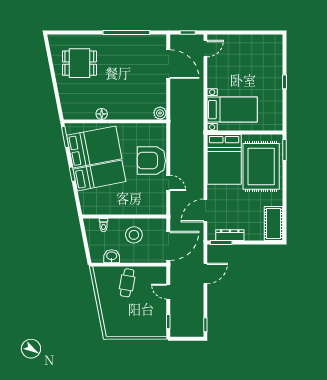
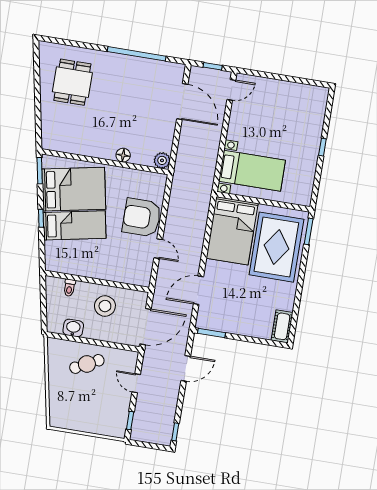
dining table: (79, 63) -> (72, 82), turned 90
floor lamp: (102, 114) -> (123, 155), moved
cot: (273, 223) -> (282, 326), width x0.73, depth x0.75
dresser: (230, 235) -> (224, 326), removed
cafe table: (127, 283) -> (87, 364), turned 53

